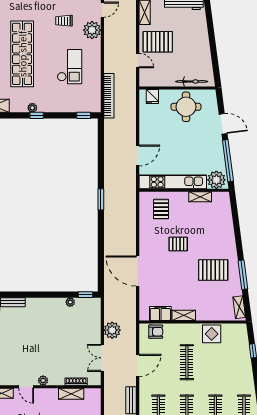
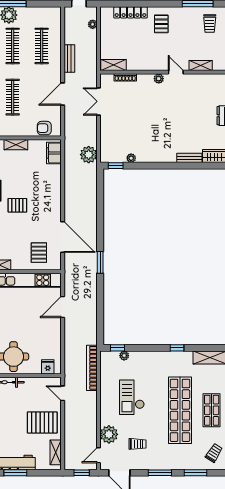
door: (138, 61) -> (63, 393), moved
plant: (32, 108) -> (124, 356), moved
window: (37, 115) -> (177, 348), moved
pallet: (178, 244) -> (17, 205), moved
door: (138, 271) -> (63, 237), moved
filing cabinet: (160, 313) -> (54, 153), moved, turned 90
plant: (112, 330) -> (89, 155), moved
double door: (102, 358) -> (99, 101), swing flipped
shelving: (71, 394) -> (114, 65), moved

